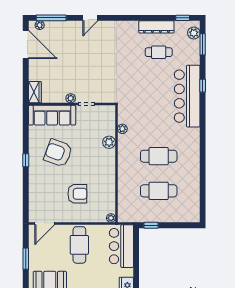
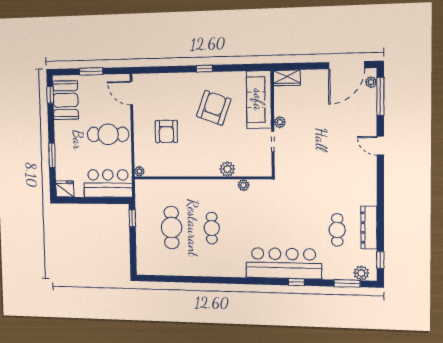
cafe table: (159, 156) -> (212, 228), width x0.73, depth x0.74

